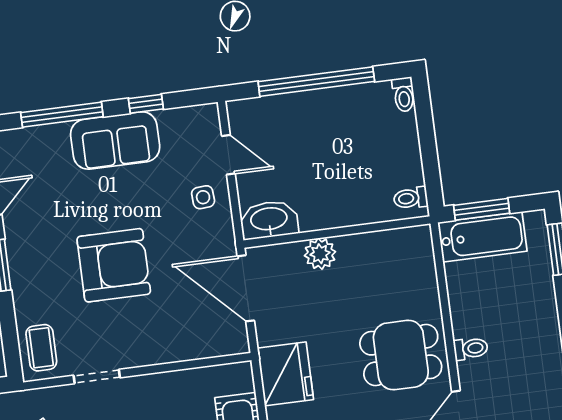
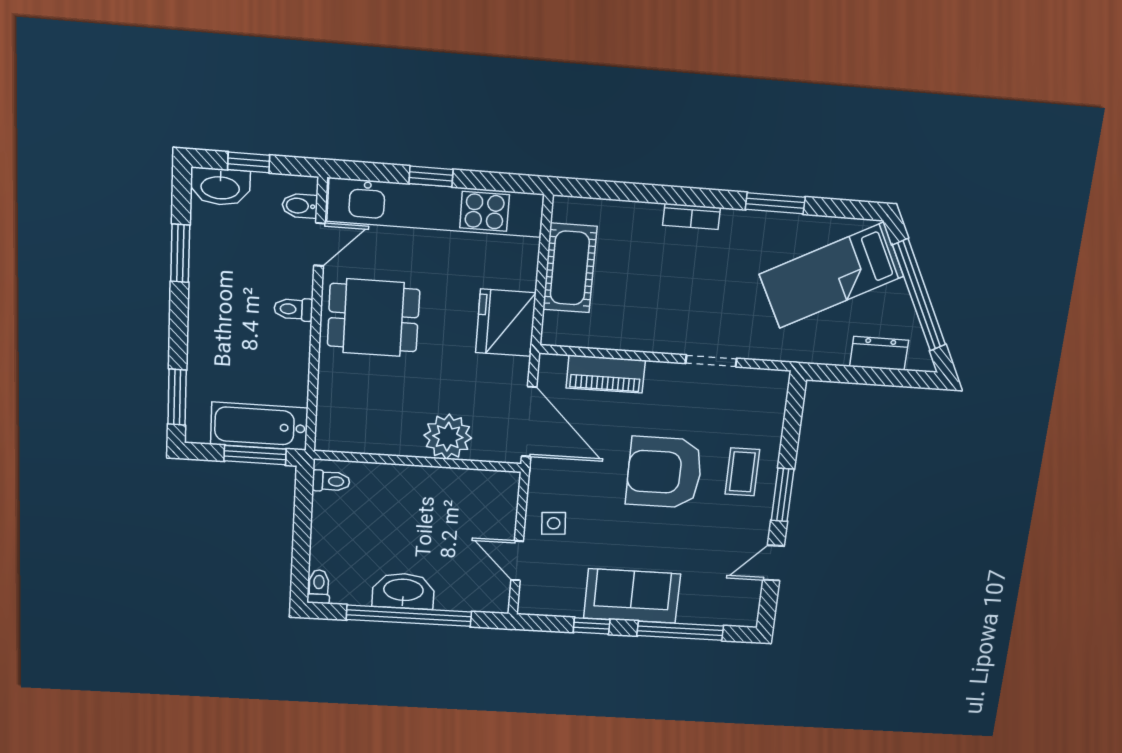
washbasin: (269, 220) -> (403, 591), moved, turned 180
plant: (320, 254) -> (448, 437), width x1.36, depth x1.36
piano: (188, 346) -> (606, 374), added
coffee table: (41, 348) -> (742, 472), moved

